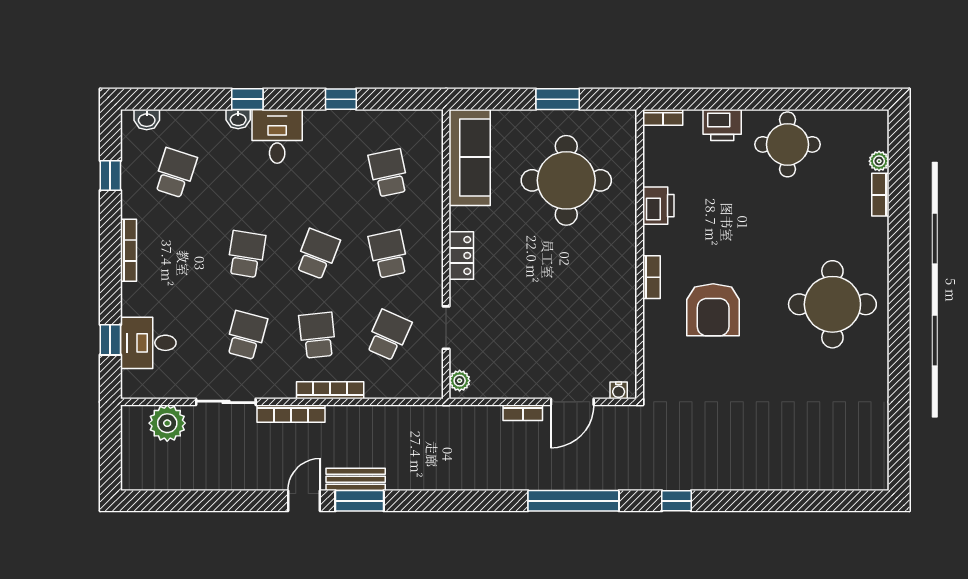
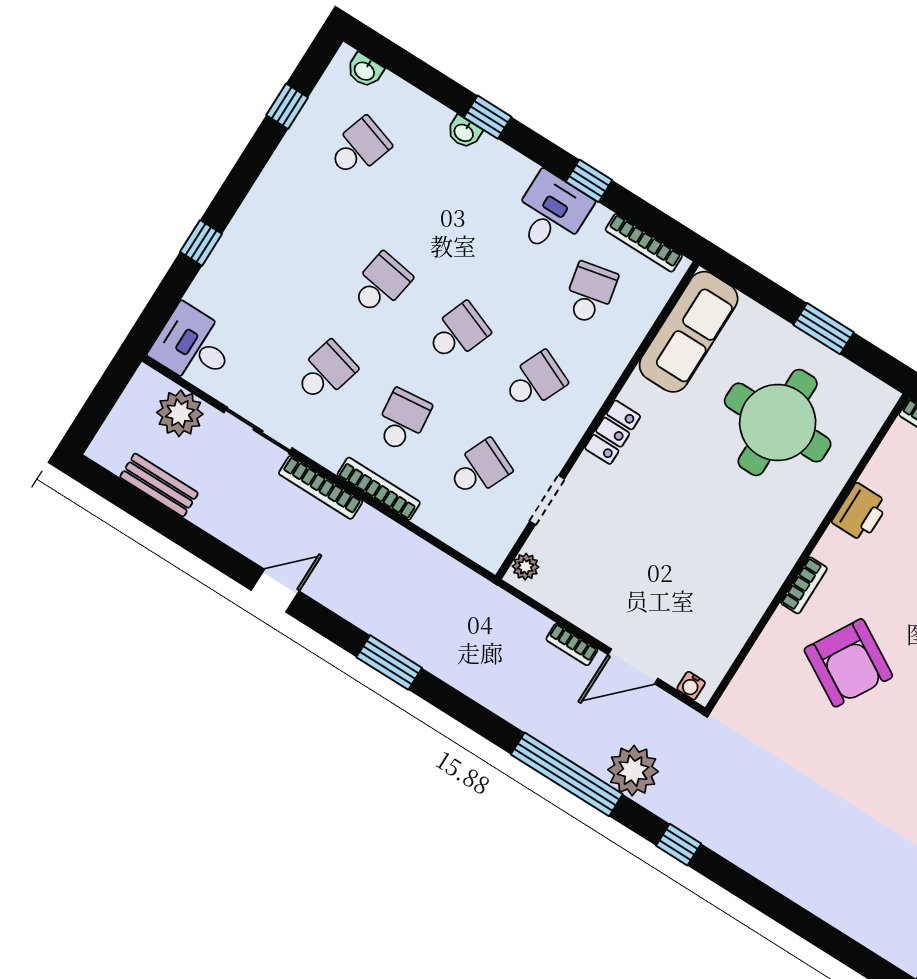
desk: (277, 136) -> (551, 213), moved
bookcase: (128, 250) -> (644, 243), moved, turned 90
school desk: (388, 254) -> (535, 381), turned 36
armchair: (713, 310) -> (848, 663), turned -60
window: (110, 340) -> (201, 243), moved
desk: (148, 343) -> (193, 346), moved
plant: (616, 471) -> (633, 771), added
bench: (356, 479) -> (159, 485), moved
window: (359, 501) -> (389, 662), moved

